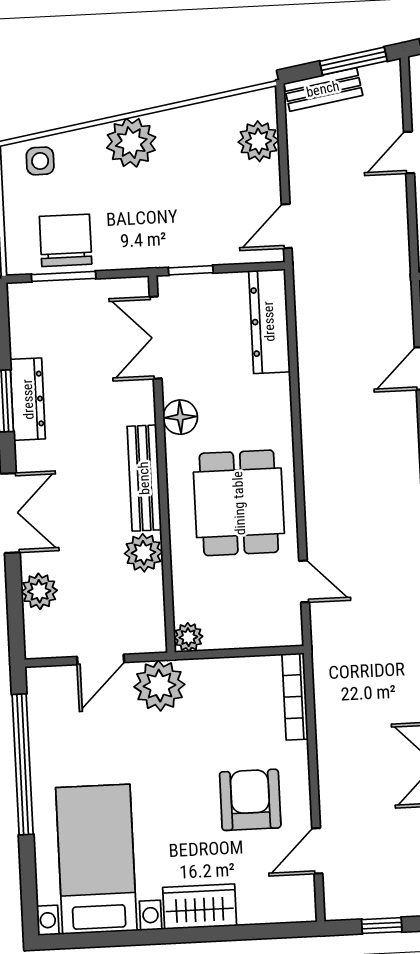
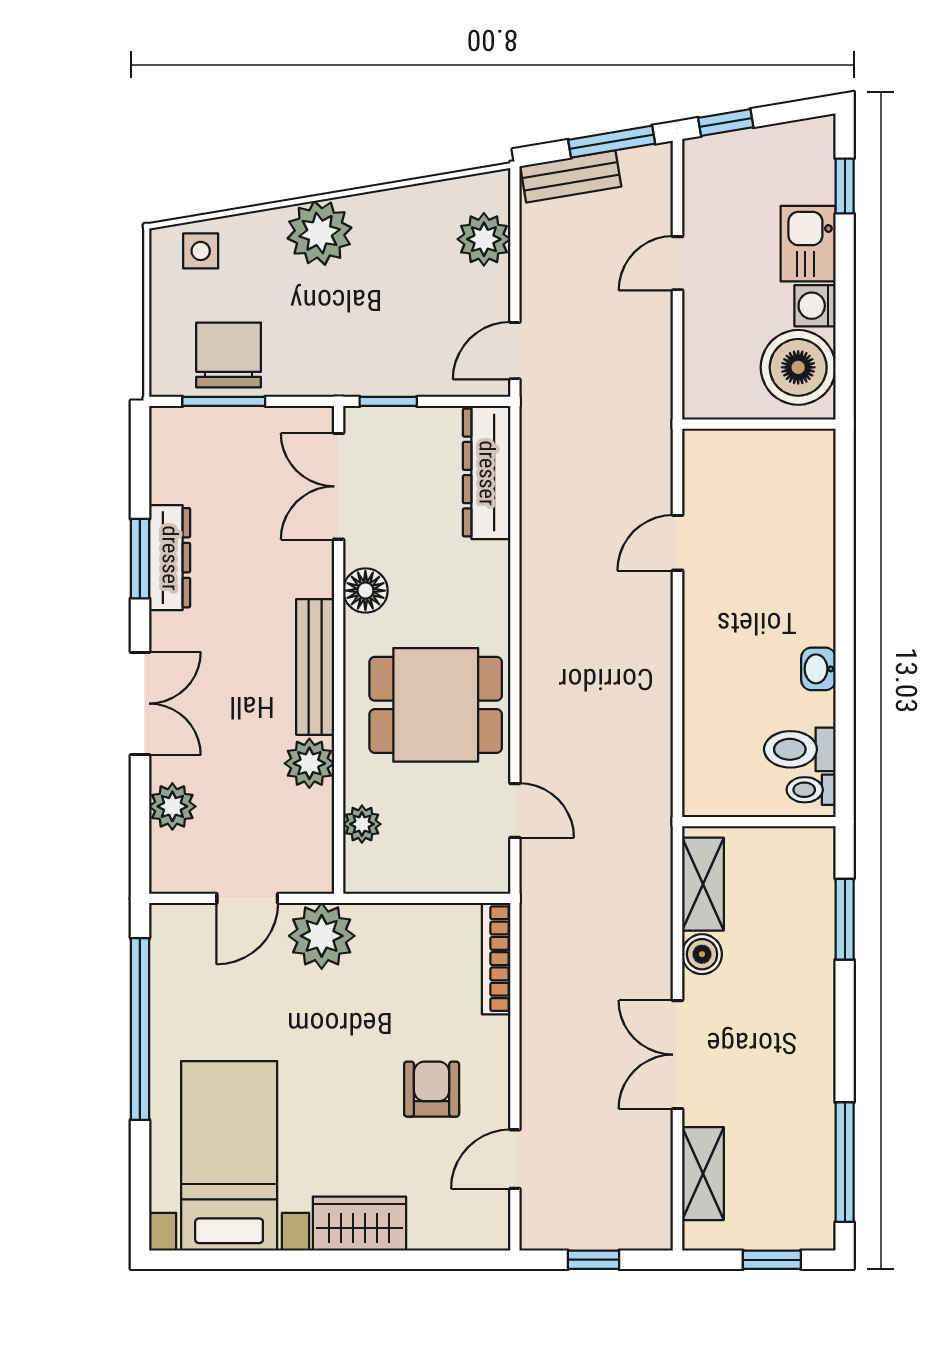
dining table: (239, 503) -> (436, 705), turned 90
plant: (188, 637) -> (362, 824), moved
armchair: (250, 800) -> (432, 1089), width x0.72, depth x0.72

